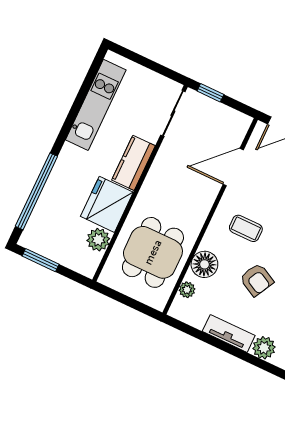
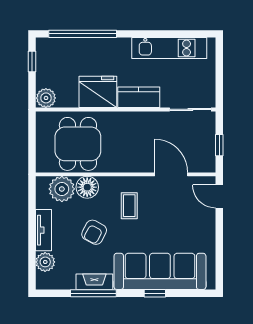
window: (210, 93) -> (219, 145), moved
plant: (98, 240) -> (46, 98), moved
dining table: (153, 252) -> (78, 144), turned 90
window: (41, 260) -> (32, 61), width x0.67
plant: (187, 290) -> (62, 189), width x1.87, depth x1.87

